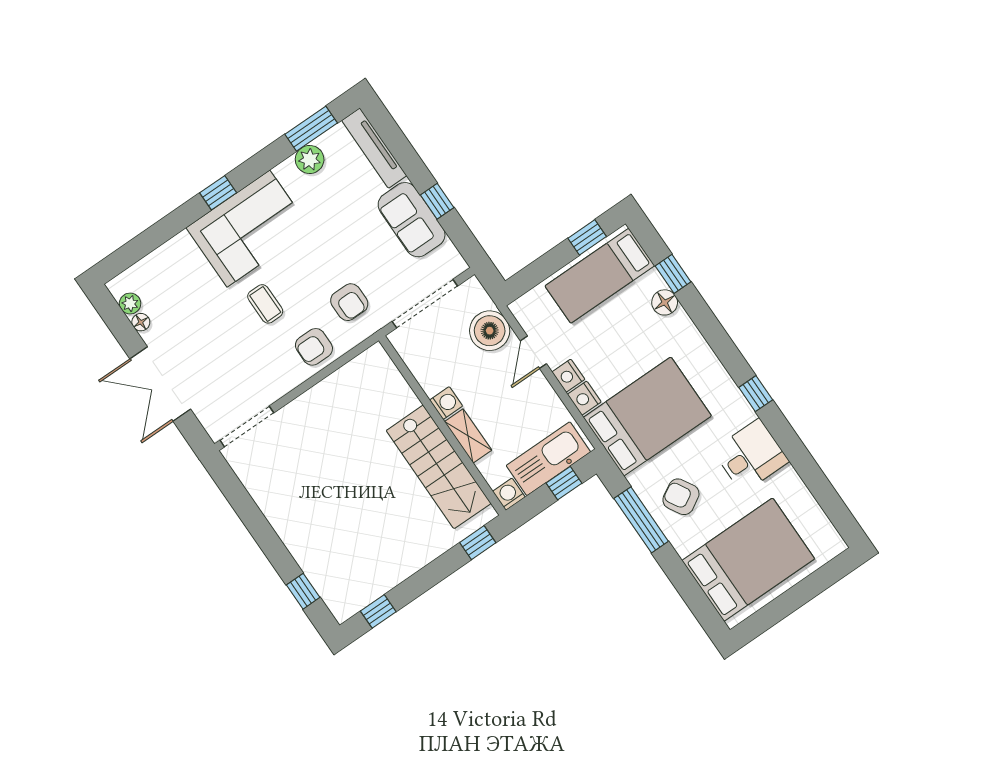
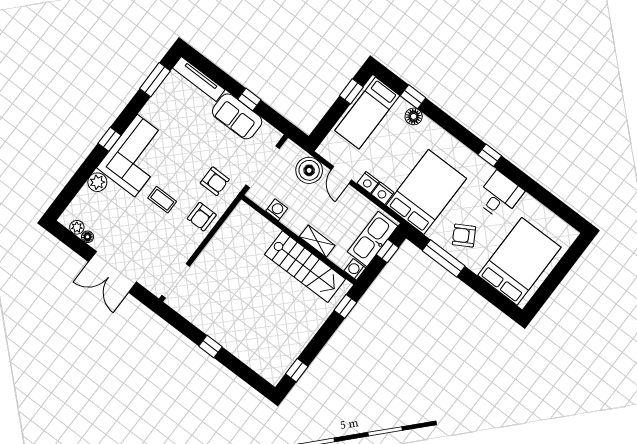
plant: (310, 159) -> (97, 182), moved
washing machine: (446, 403) -> (277, 210), moved
window: (303, 591) -> (210, 346), moved

